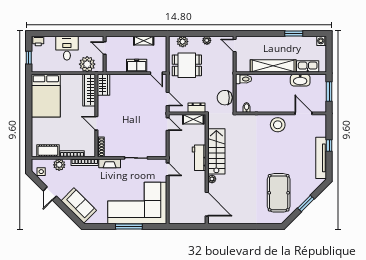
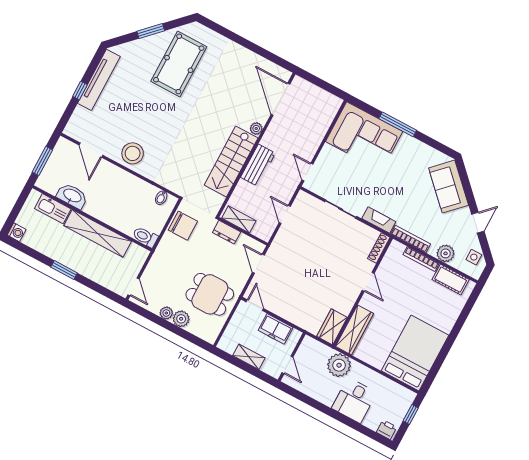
window: (294, 33) -> (64, 270), moved
plant: (183, 42) -> (181, 319), moved
door: (105, 48) -> (287, 365), moved
wall: (105, 54) -> (292, 357), moved
door: (168, 124) -> (285, 214), moved
corner sofa: (137, 203) -> (364, 136), width x0.73, depth x0.74

